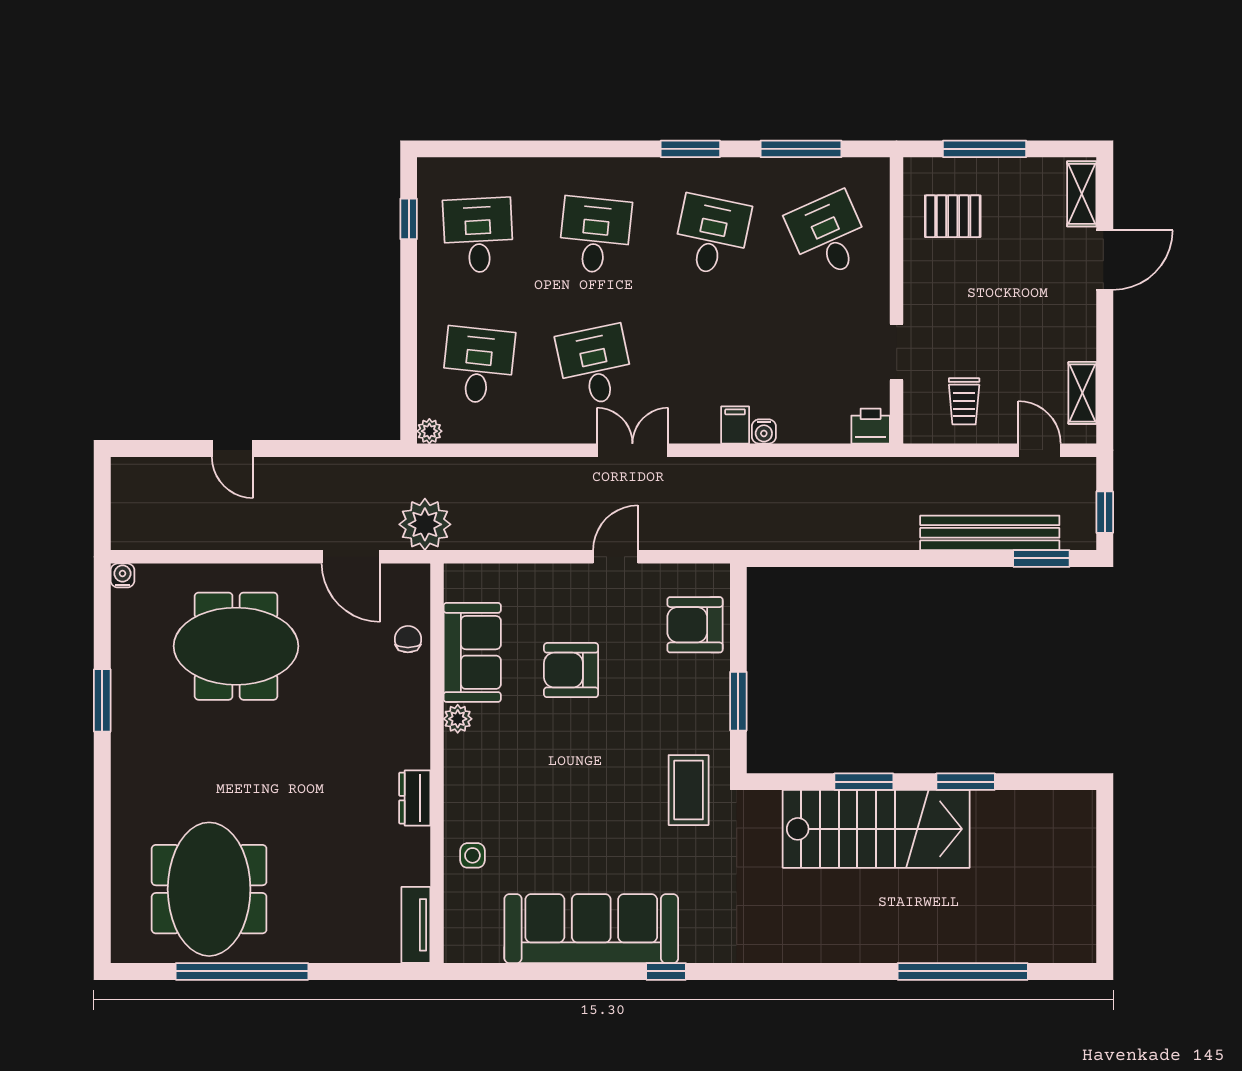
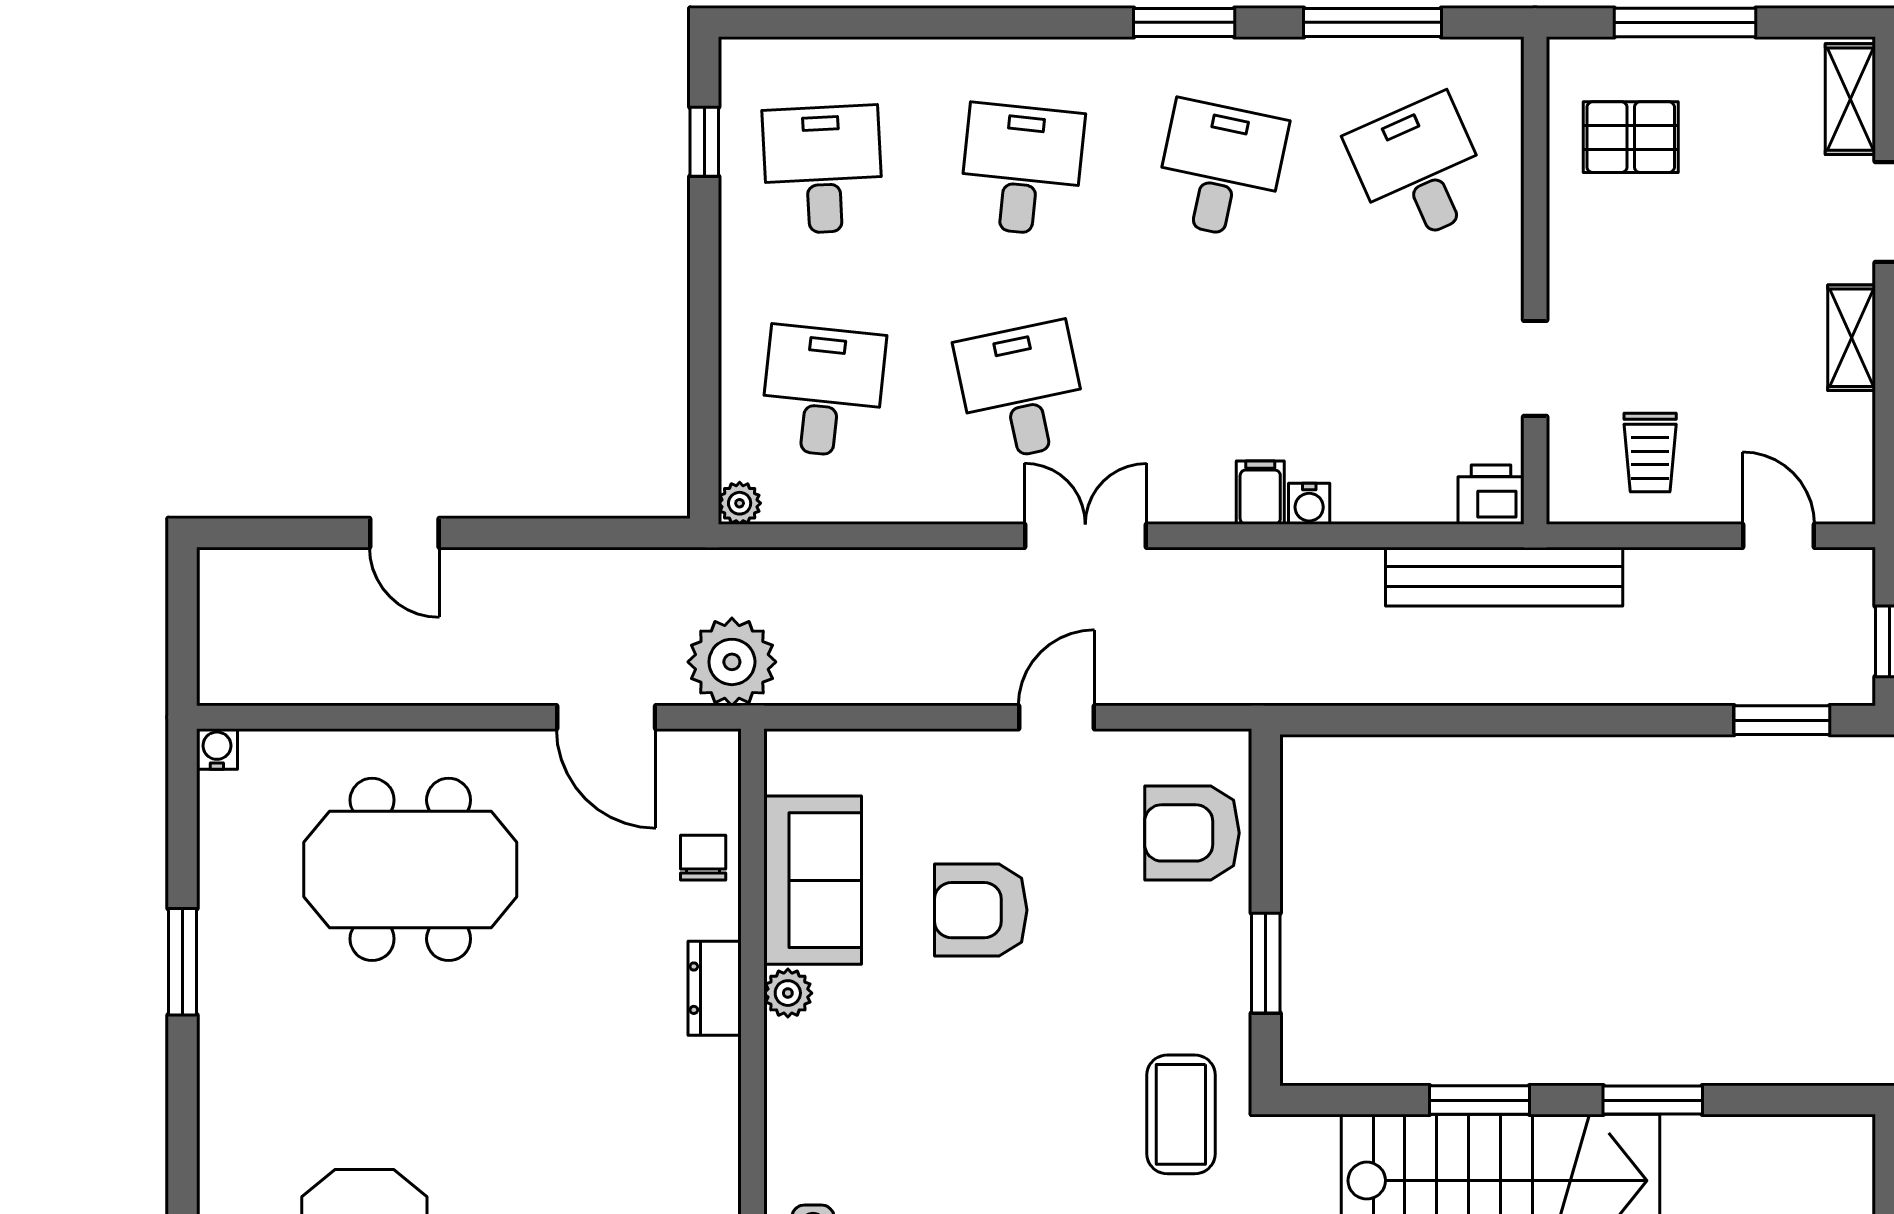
shelving: (1082, 393) -> (1852, 338), moved
bench: (990, 533) -> (1504, 577), moved
dresser: (415, 798) -> (715, 988), moved

